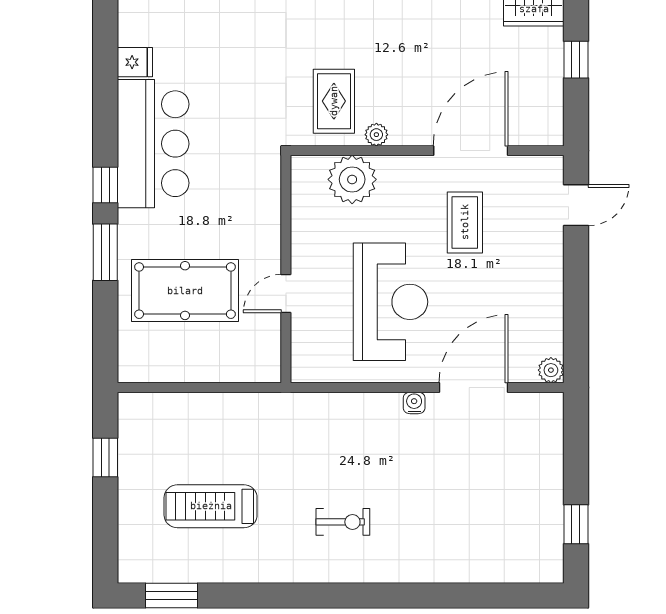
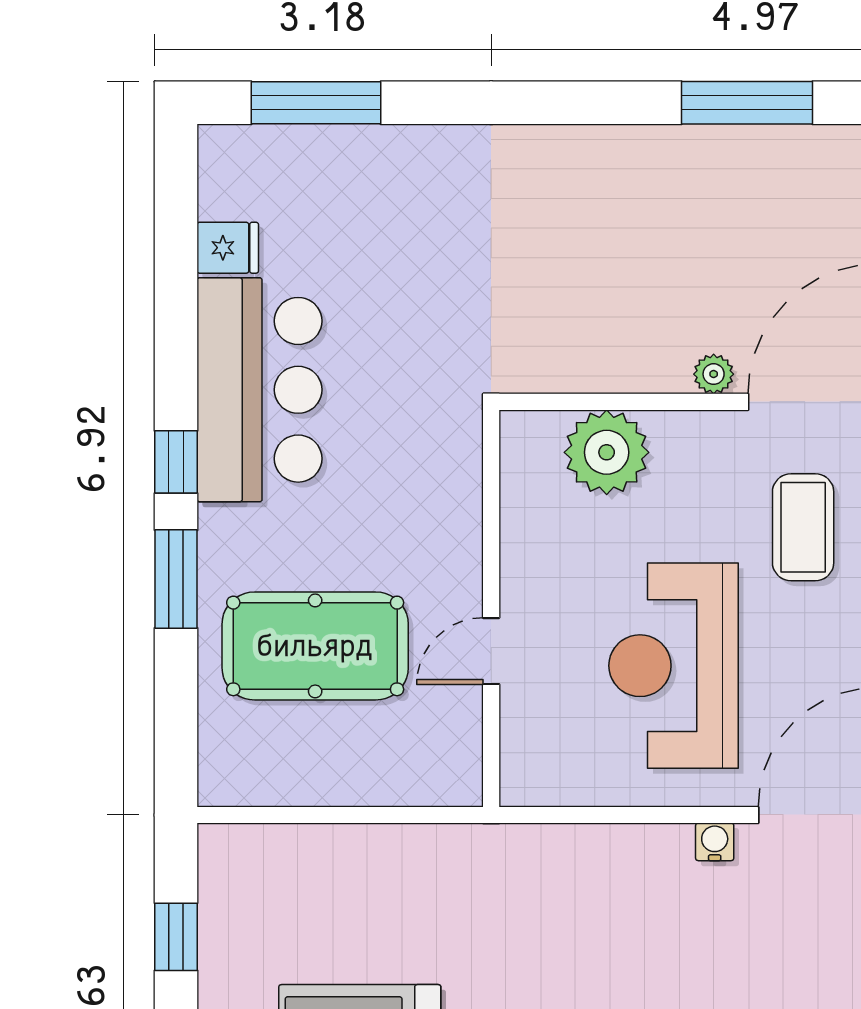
rug: (334, 101) -> (575, 316), removed
plant: (376, 135) -> (714, 374), moved
reception desk: (391, 302) -> (674, 666), turned 180

